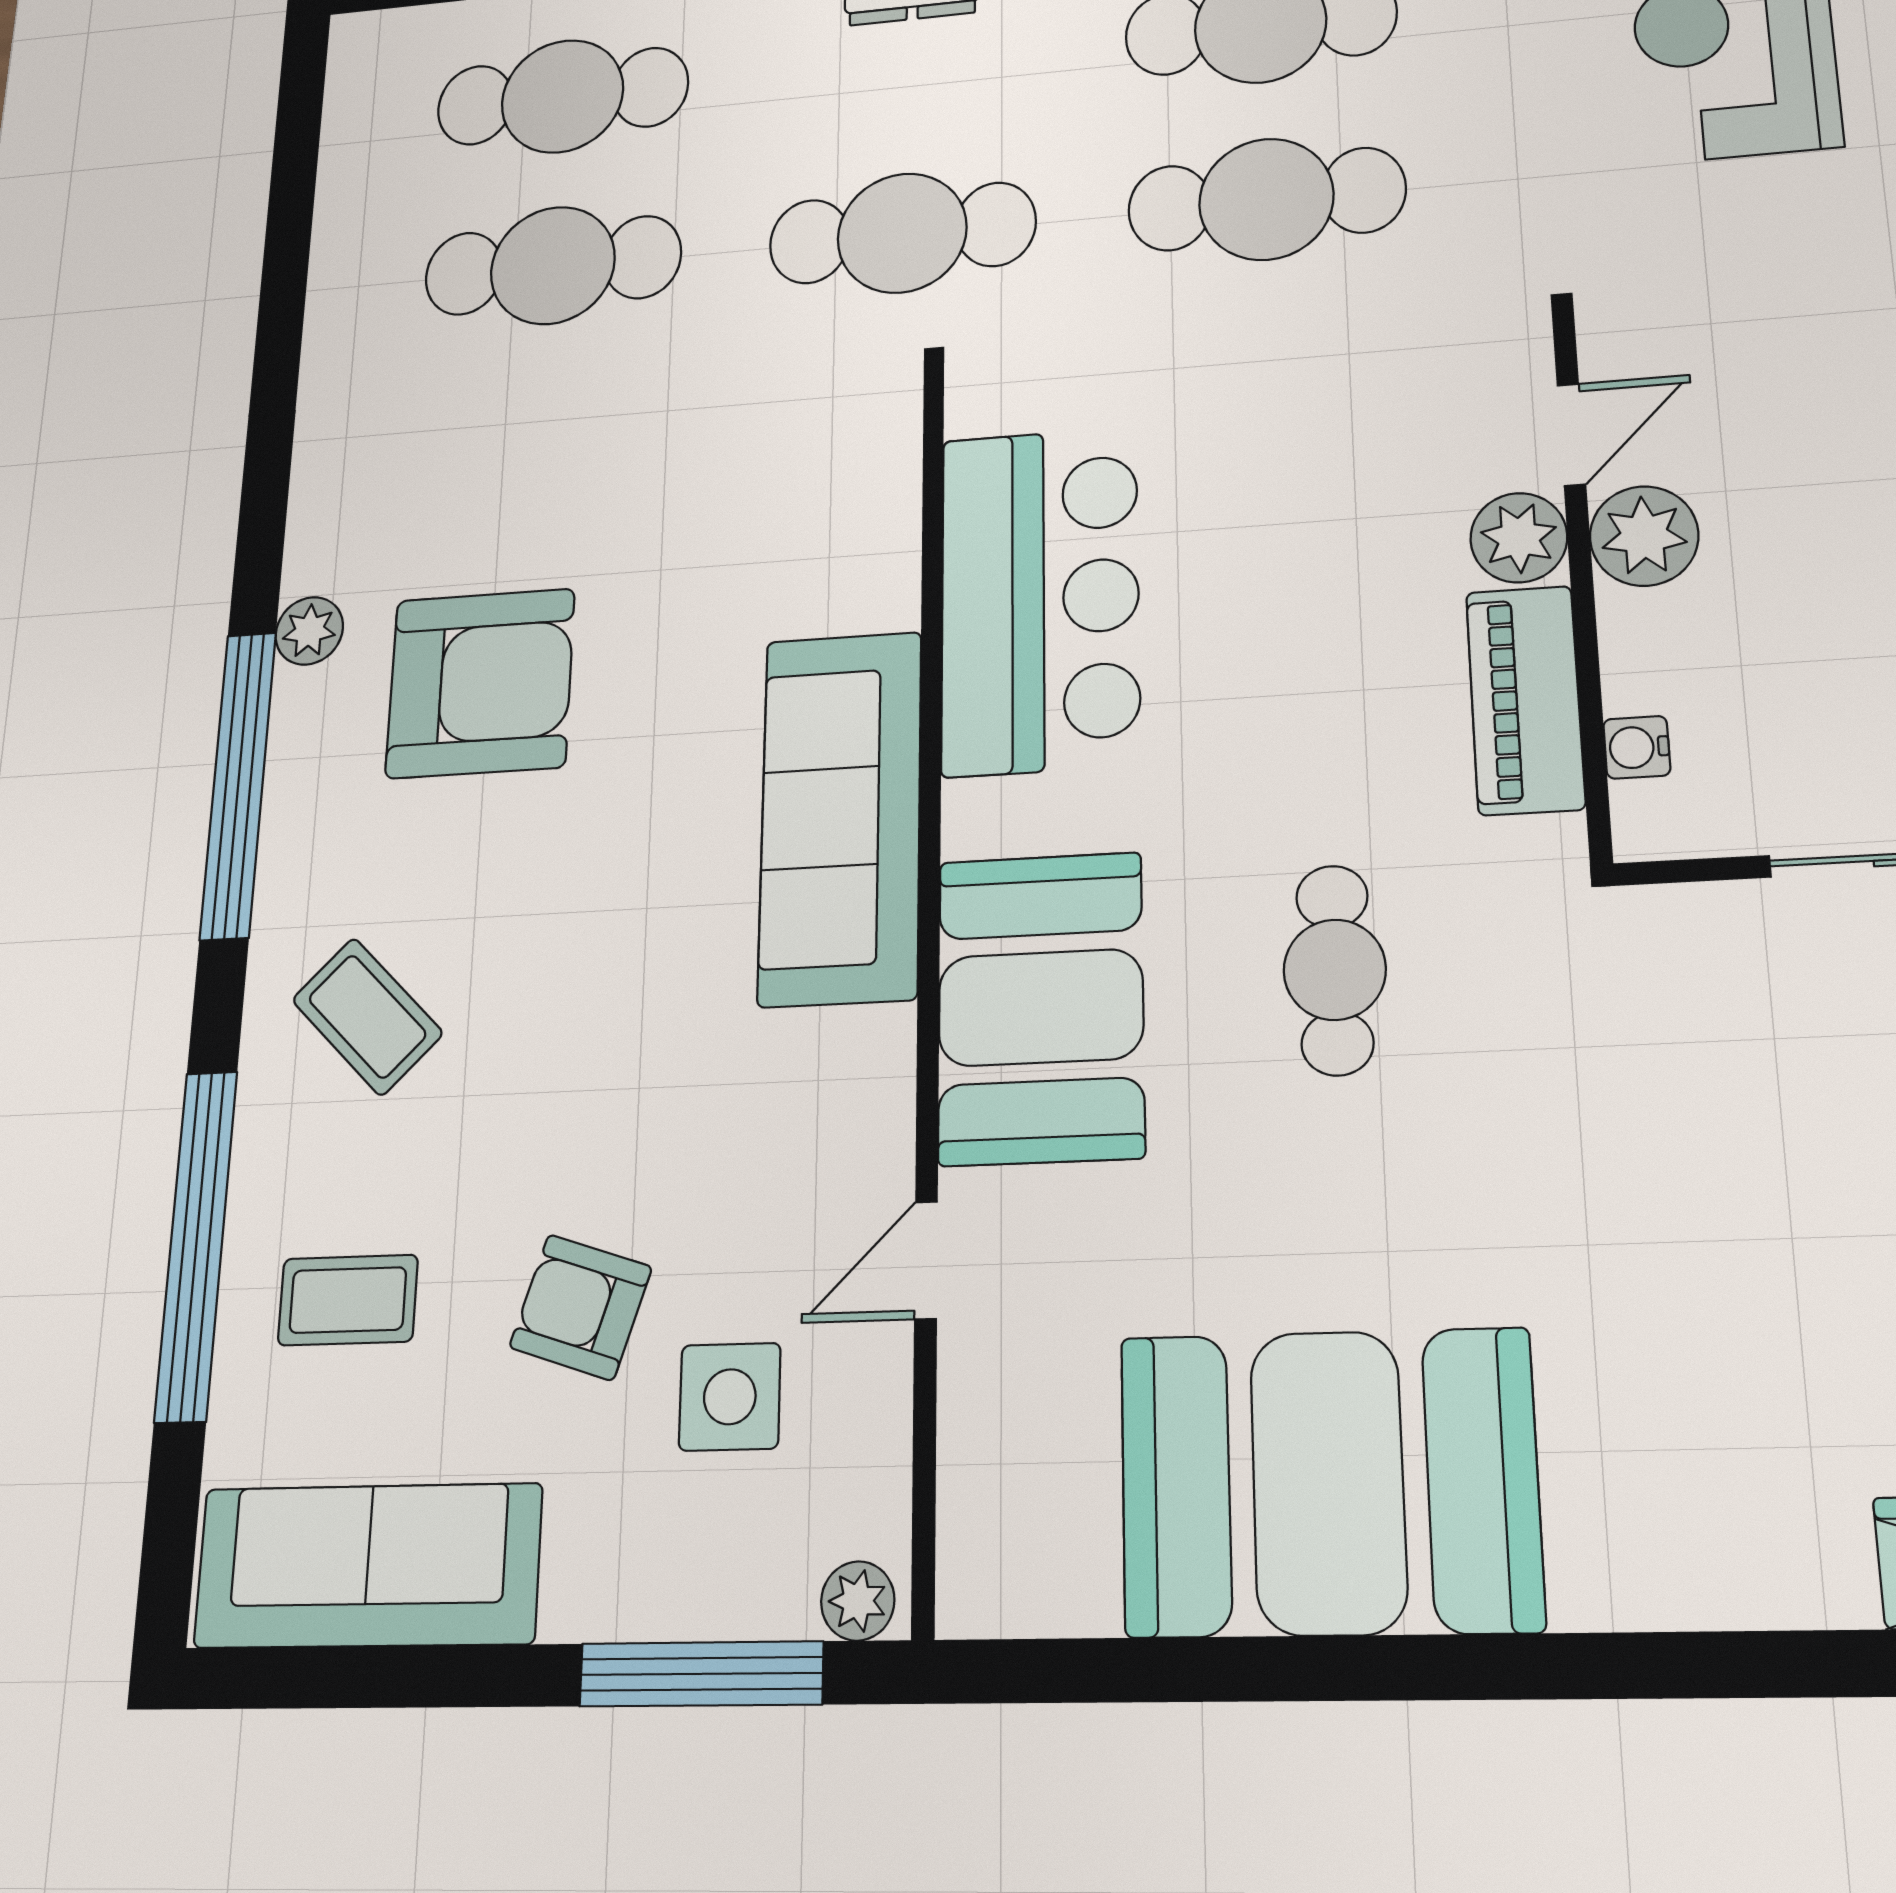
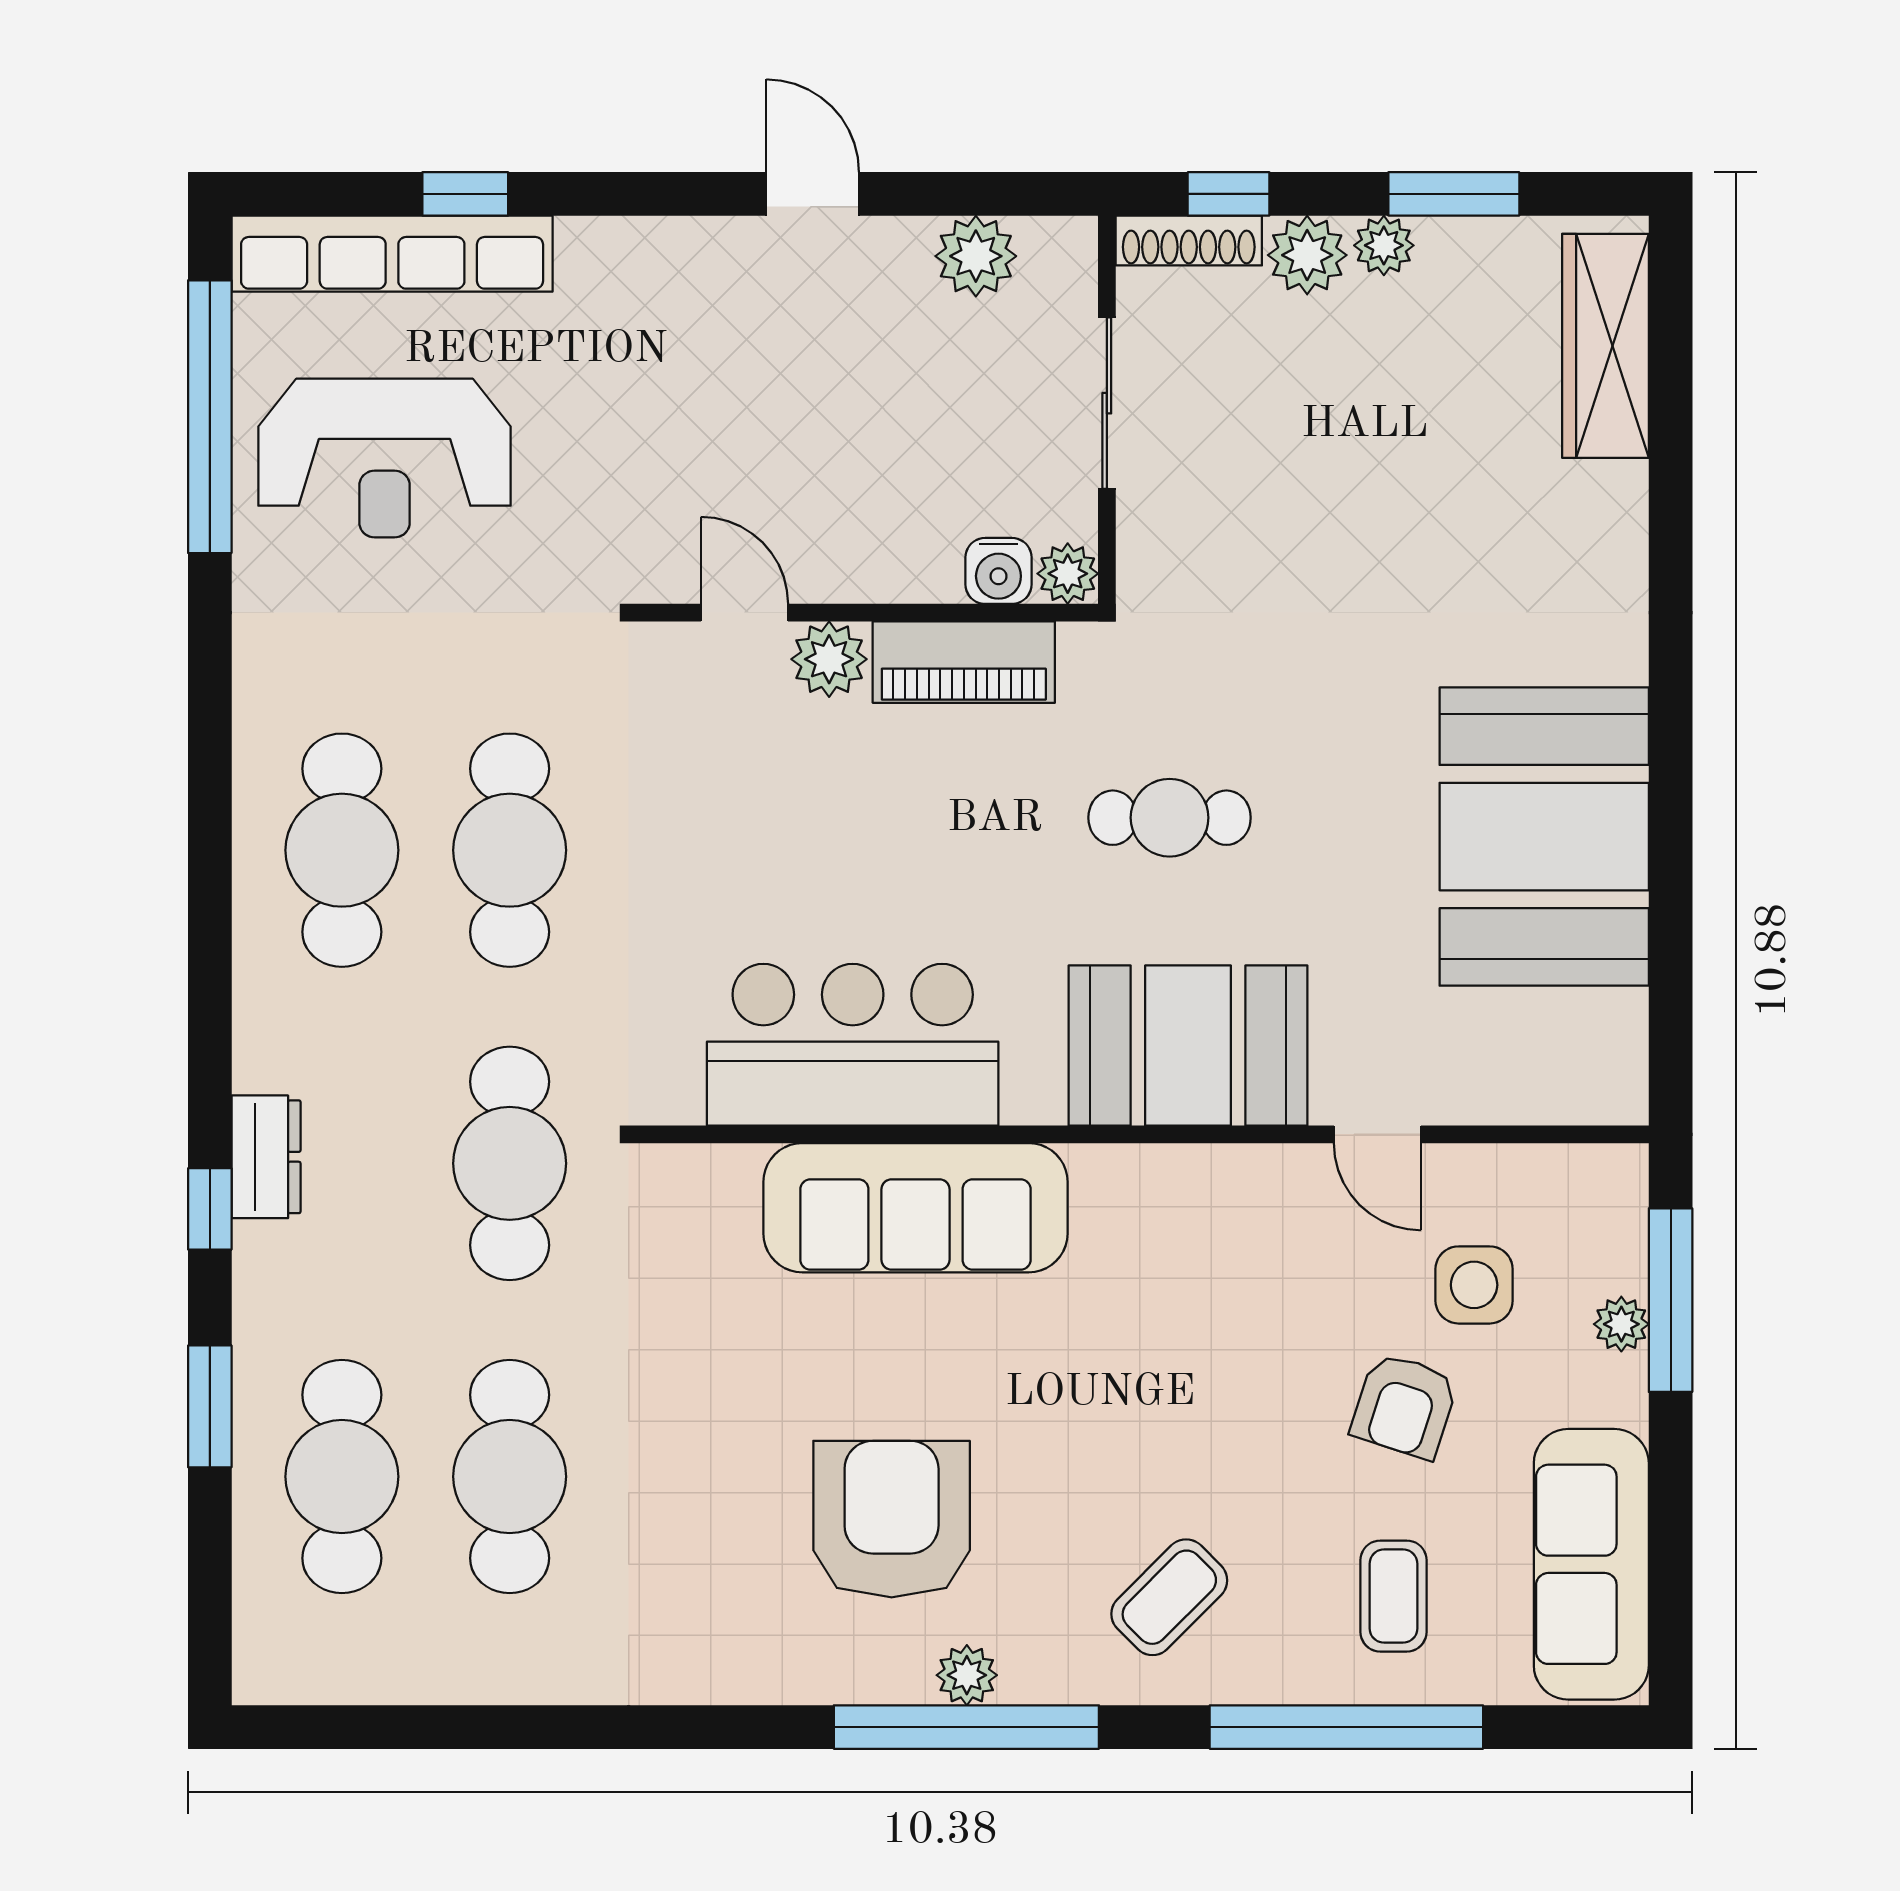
plant: (1644, 536) -> (1068, 574), moved, width x0.73, depth x0.73
plant: (309, 631) -> (967, 1675), moved
water cooler: (1637, 747) -> (998, 571), width x1.38, depth x1.38
sofa: (840, 817) -> (916, 1208), moved
plant: (858, 1601) -> (1621, 1324), moved

